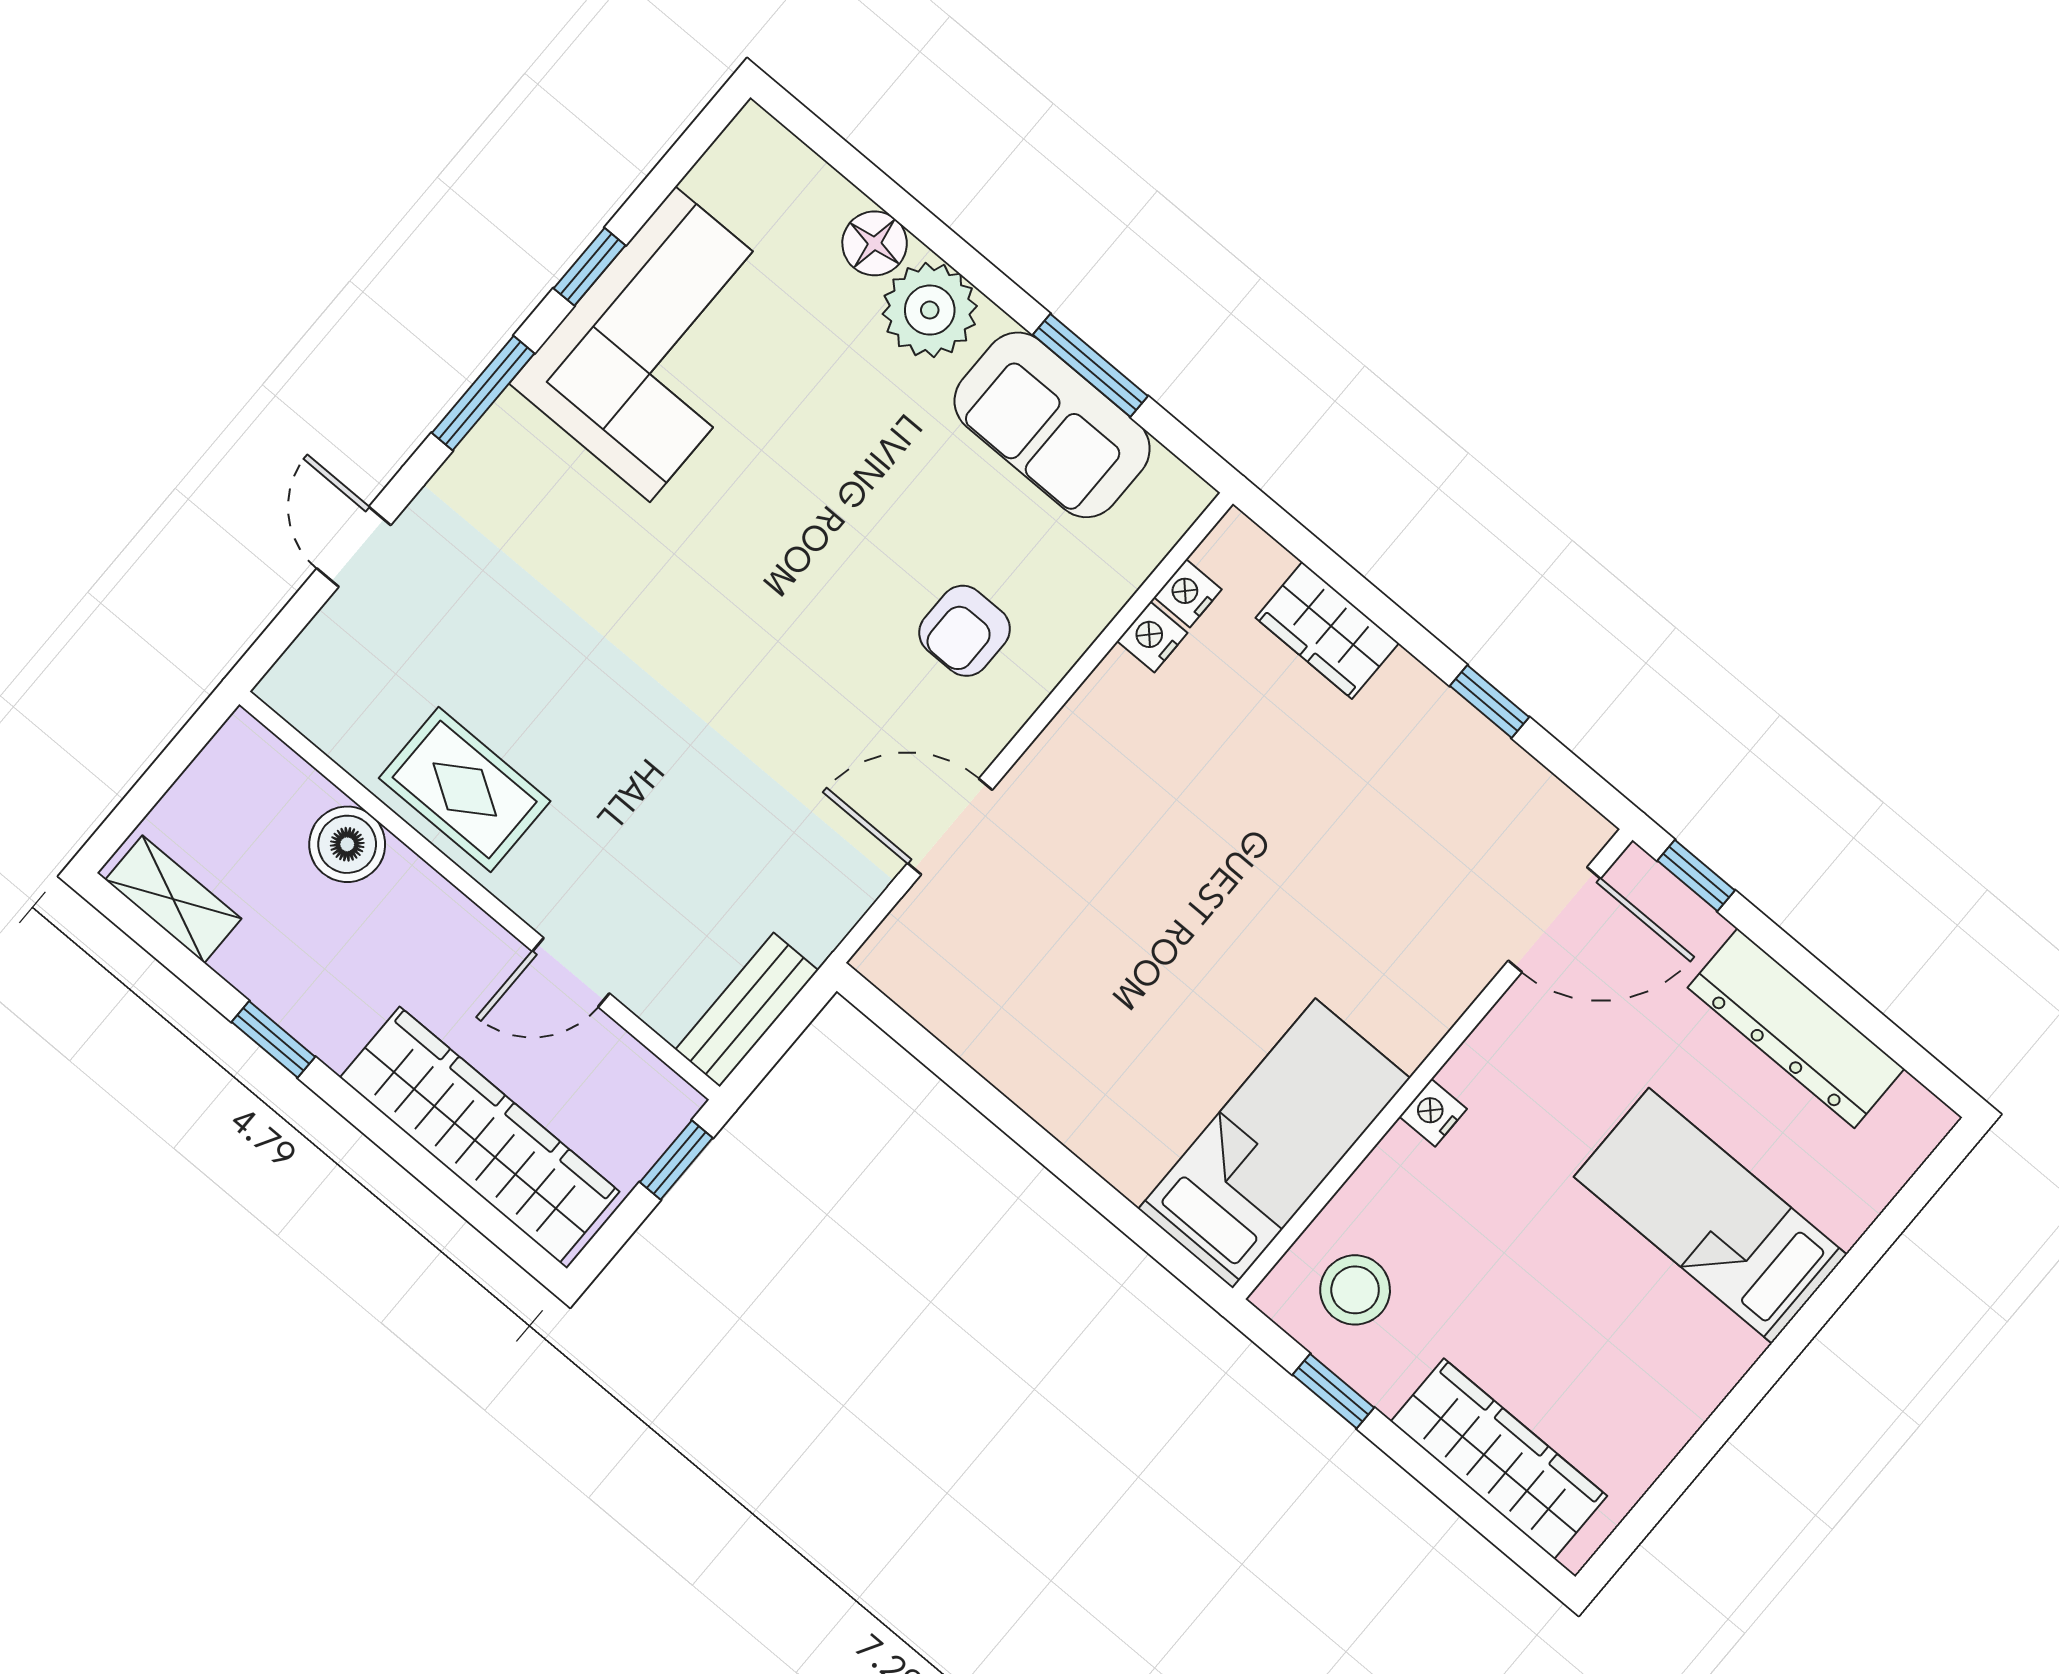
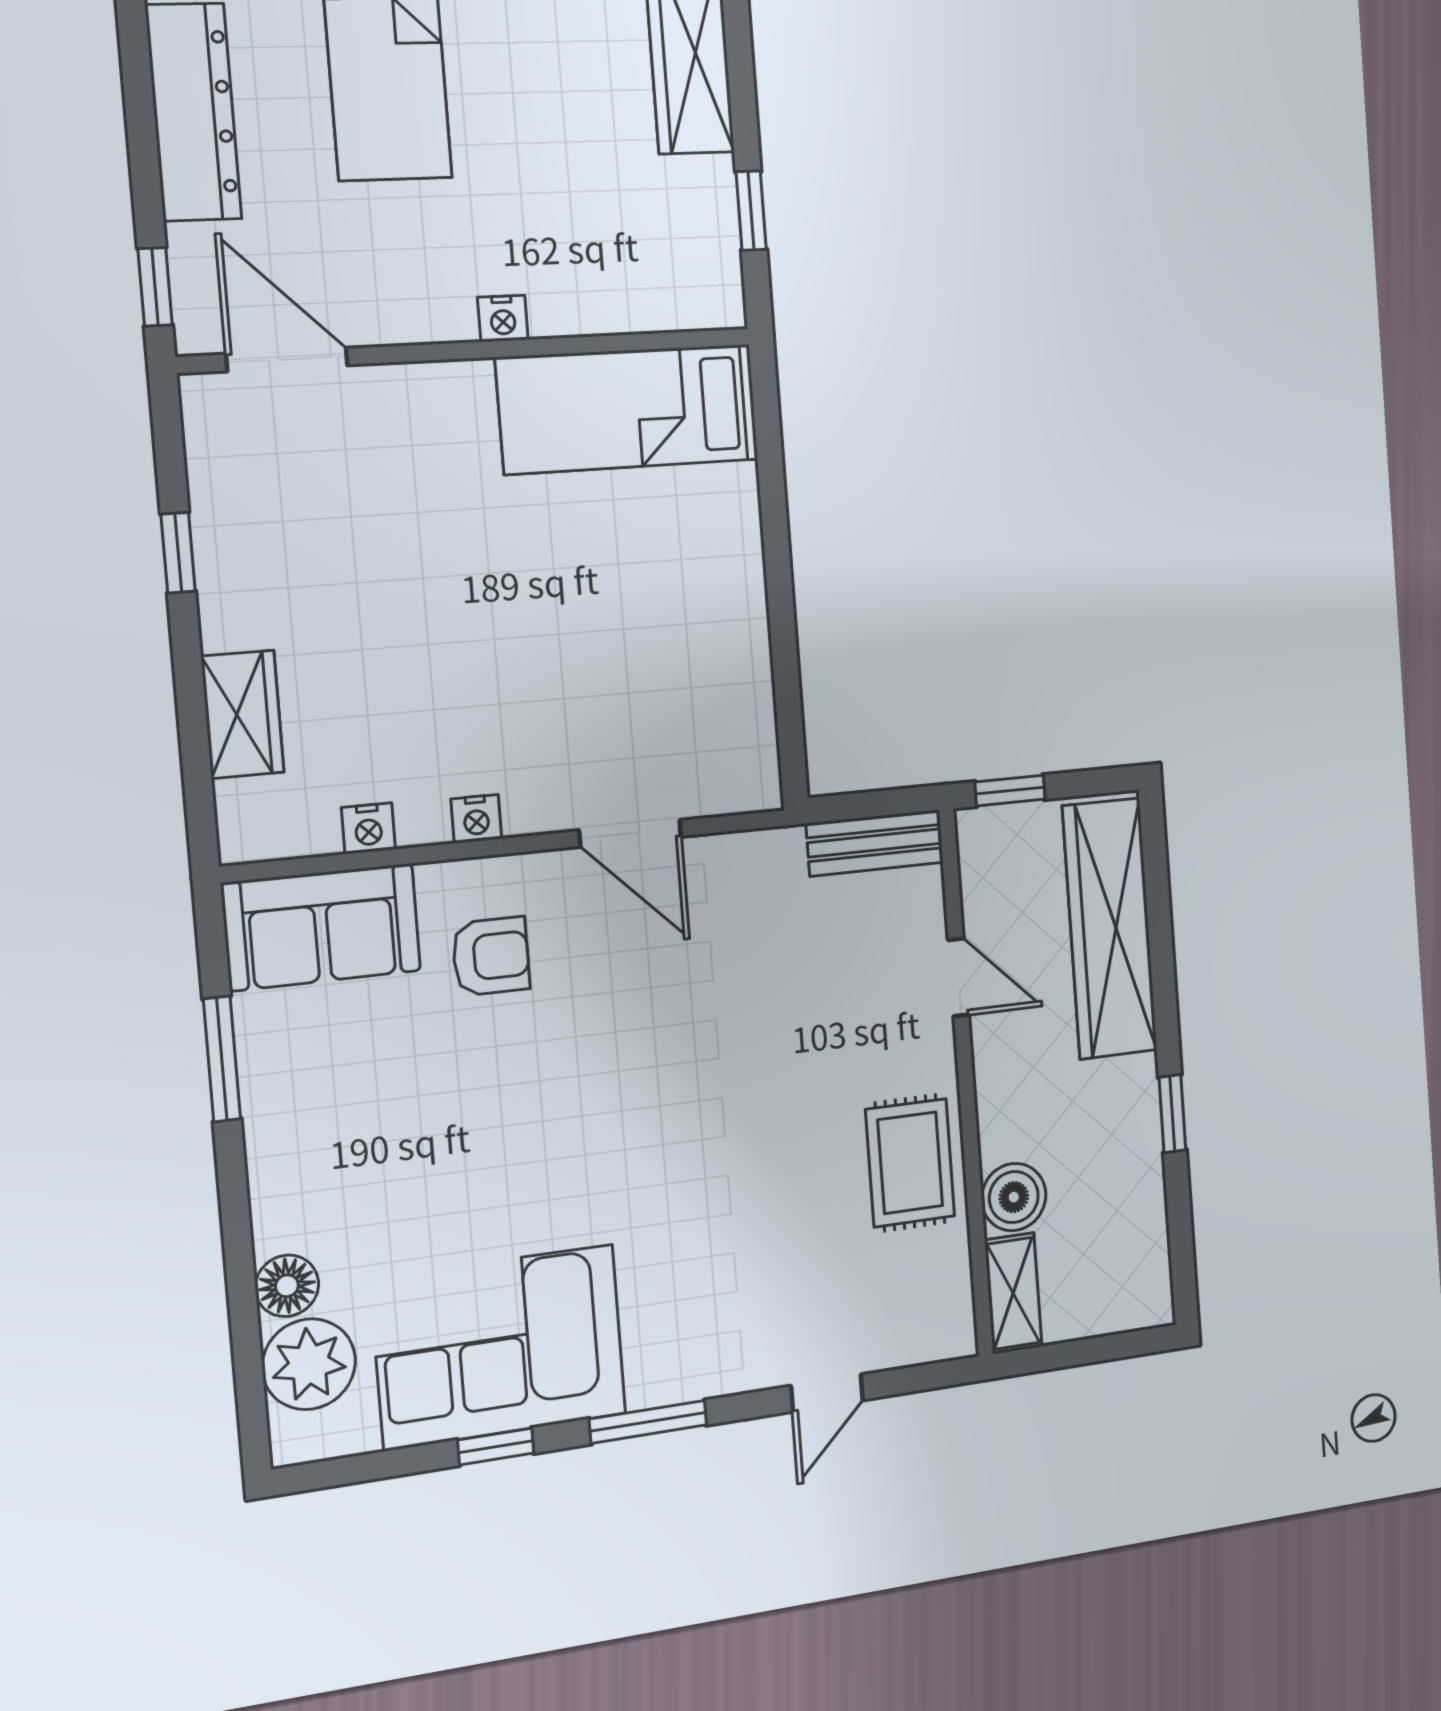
plant: (930, 310) -> (309, 1364), moved
sofa: (1052, 425) -> (321, 927), moved, turned 90
nightstand: (1188, 593) -> (476, 819), moved
shelving: (173, 899) -> (1013, 1293), moved
stool: (1355, 1290) -> (672, 259), removed

